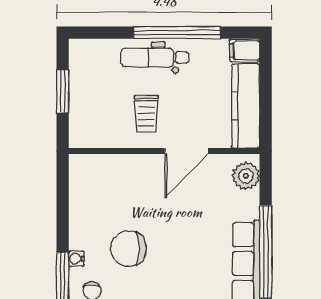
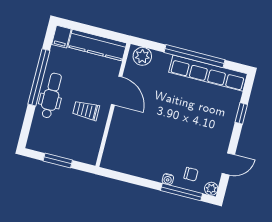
dental chair: (155, 57) -> (51, 96), turned 180
trolley: (146, 114) -> (86, 110), turned 180
chair: (129, 249) -> (170, 144), removed

